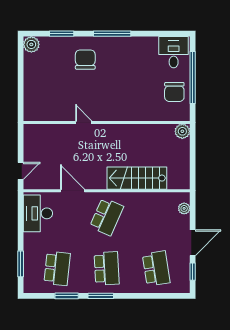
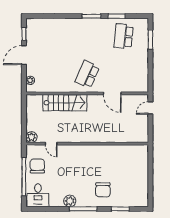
plant: (31, 44) -> (70, 201), moved
door: (84, 122) -> (51, 144), moved
desk: (38, 213) -> (138, 77), removed
school desk: (107, 268) -> (87, 36), removed
school desk: (156, 268) -> (51, 36), removed

